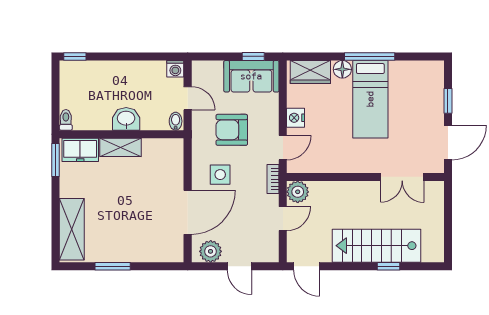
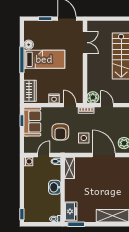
floor lamp: (342, 69) -> (29, 45), moved
shelving: (120, 147) -> (70, 168), moved

